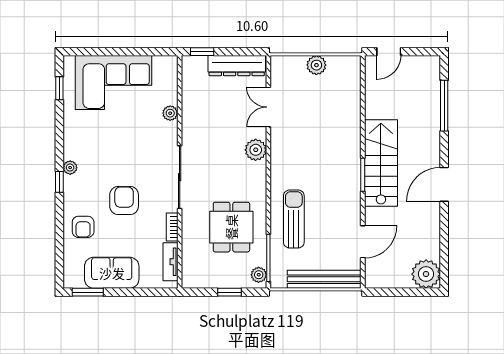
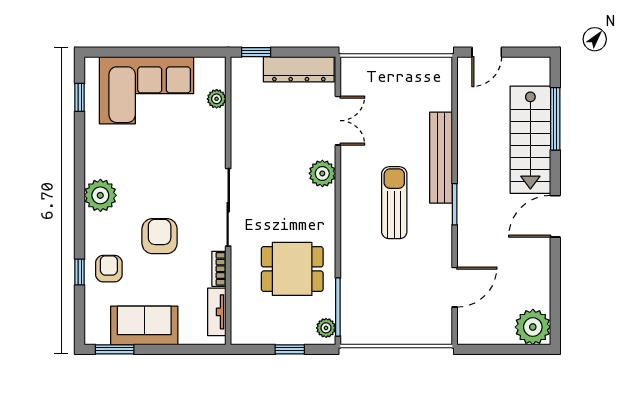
plant: (316, 65) -> (397, 69), removed
double door: (268, 107) -> (338, 121), swing flipped
plant: (170, 113) -> (217, 99), moved
stairs: (381, 163) -> (530, 140), moved, turned 180
plant: (70, 168) -> (100, 195), width x1.88, depth x1.88
window: (59, 182) -> (80, 272), moved
sun lounger: (294, 219) -> (394, 203), moved
armchair: (83, 227) -> (109, 269), turned 180
dining table: (231, 227) -> (292, 269), turned 90
bench: (324, 279) -> (441, 158), moved, turned 90

